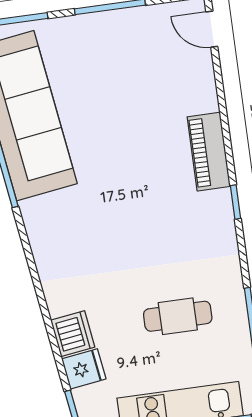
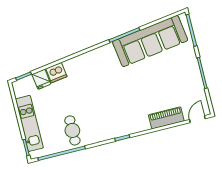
piano: (209, 152) -> (166, 118), moved
cafe table: (178, 316) -> (72, 130), moved

